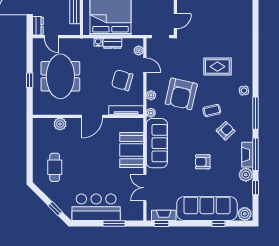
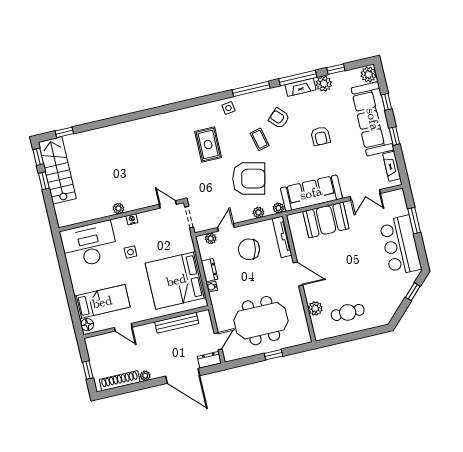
chair: (122, 80) -> (249, 249), turned 88
cafe table: (55, 167) -> (348, 312), moved
window: (161, 223) -> (394, 136), moved

